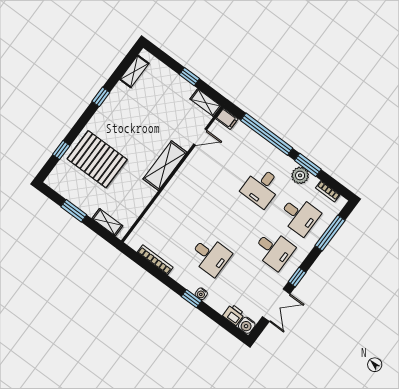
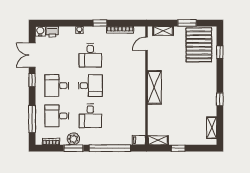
door: (200, 137) -> (146, 44), moved
pallet: (97, 159) -> (199, 45), moved, turned 90
desk: (262, 187) -> (90, 116), turned 180
desk: (236, 222) -> (90, 86), added
desk: (210, 256) -> (90, 55), turned -90
window: (191, 299) -> (100, 23), moved

